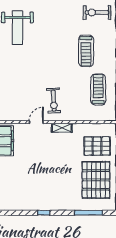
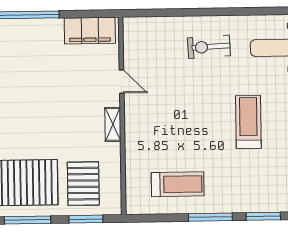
treadmill: (86, 51) -> (248, 122), moved, turned 90
exercise bike: (54, 101) -> (209, 47), moved

